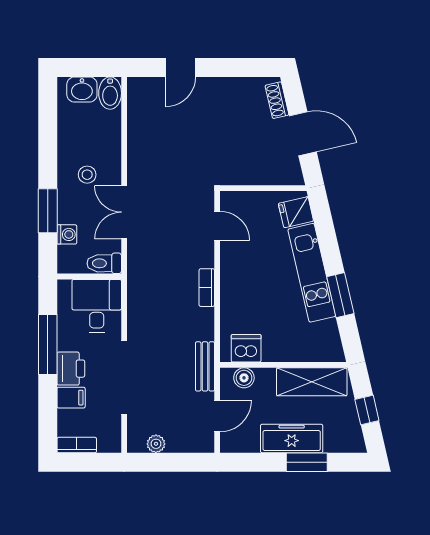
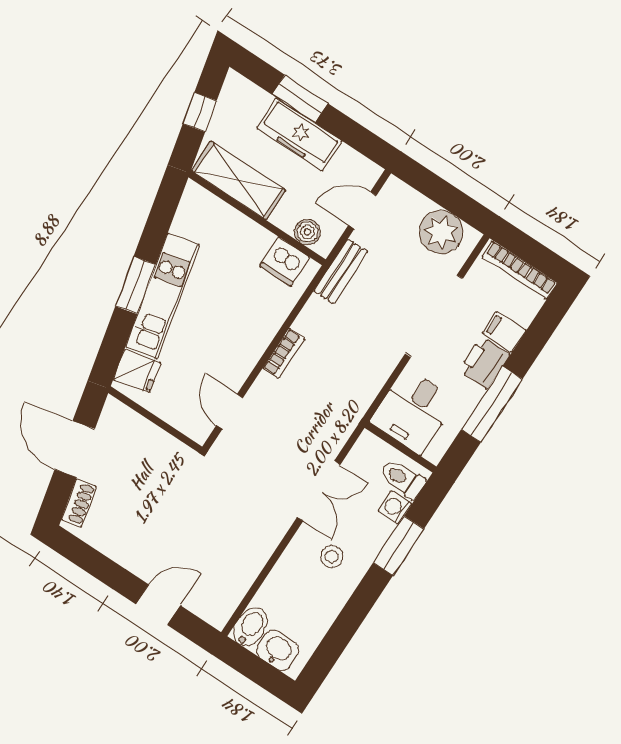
toilet: (104, 263) -> (402, 479), moved, turned 180
window: (340, 295) -> (136, 285), moved
plant: (156, 444) -> (441, 232), width x1.87, depth x1.87
bookcase: (77, 445) -> (520, 270), width x1.56

